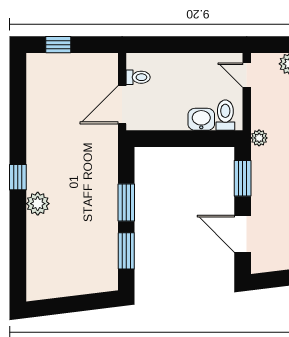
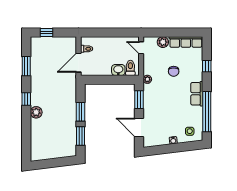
window: (18, 112) -> (26, 66), added

